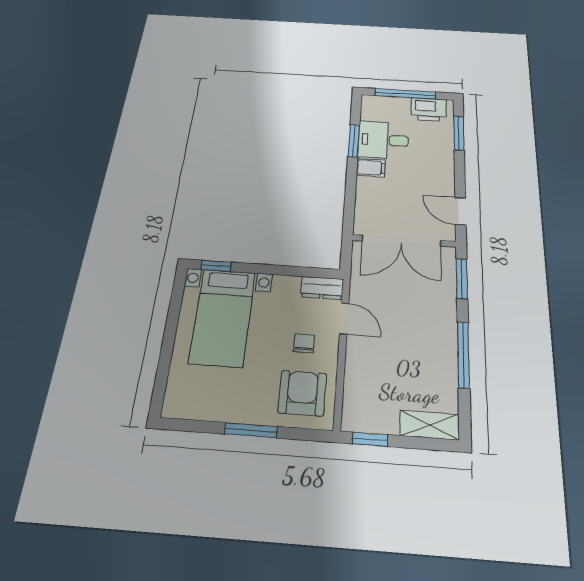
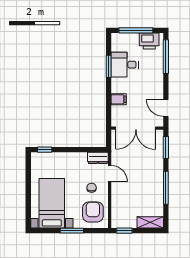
window: (459, 133) -> (166, 57), width x1.44
filing cabinet: (371, 168) -> (119, 99), moved
bed with nightstands: (223, 317) -> (52, 203), moved, turned 180

